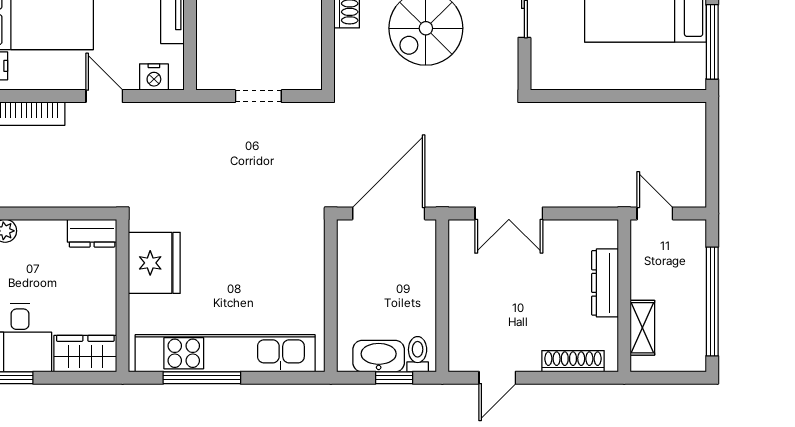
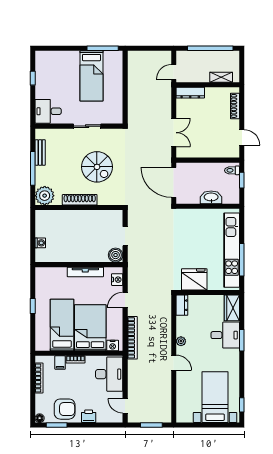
boiler: (213, 73) -> (116, 255), added
dresser: (605, 283) -> (190, 93), moved
washbasin: (379, 356) -> (211, 197), moved, turned 90

